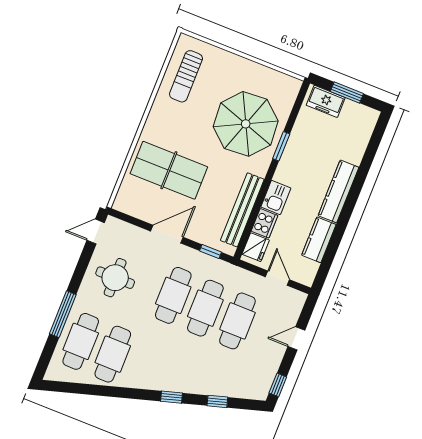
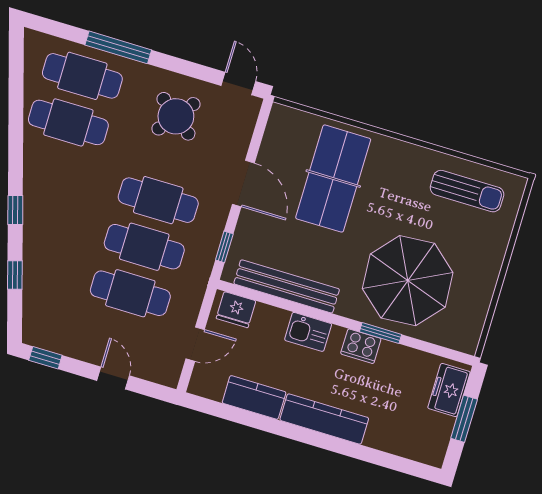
sun lounger: (186, 76) -> (467, 191), turned 180
cooker: (264, 223) -> (361, 346), moved
round table: (115, 278) -> (176, 116), turned 38

